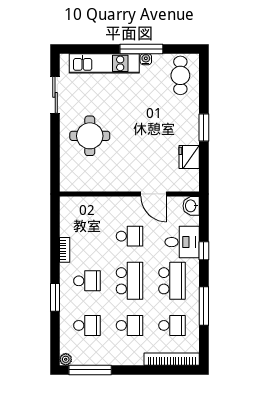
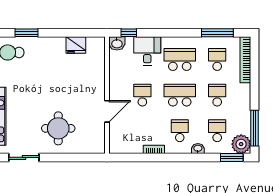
window: (204, 128) -> (26, 33), moved
door: (154, 194) -> (107, 111), moved
window: (204, 251) -> (129, 33), moved
window: (55, 297) -> (232, 157), moved
washbasin: (66, 302) -> (198, 149), added
window: (204, 306) -> (217, 33), moved
plant: (66, 359) -> (241, 144), width x1.88, depth x1.88

